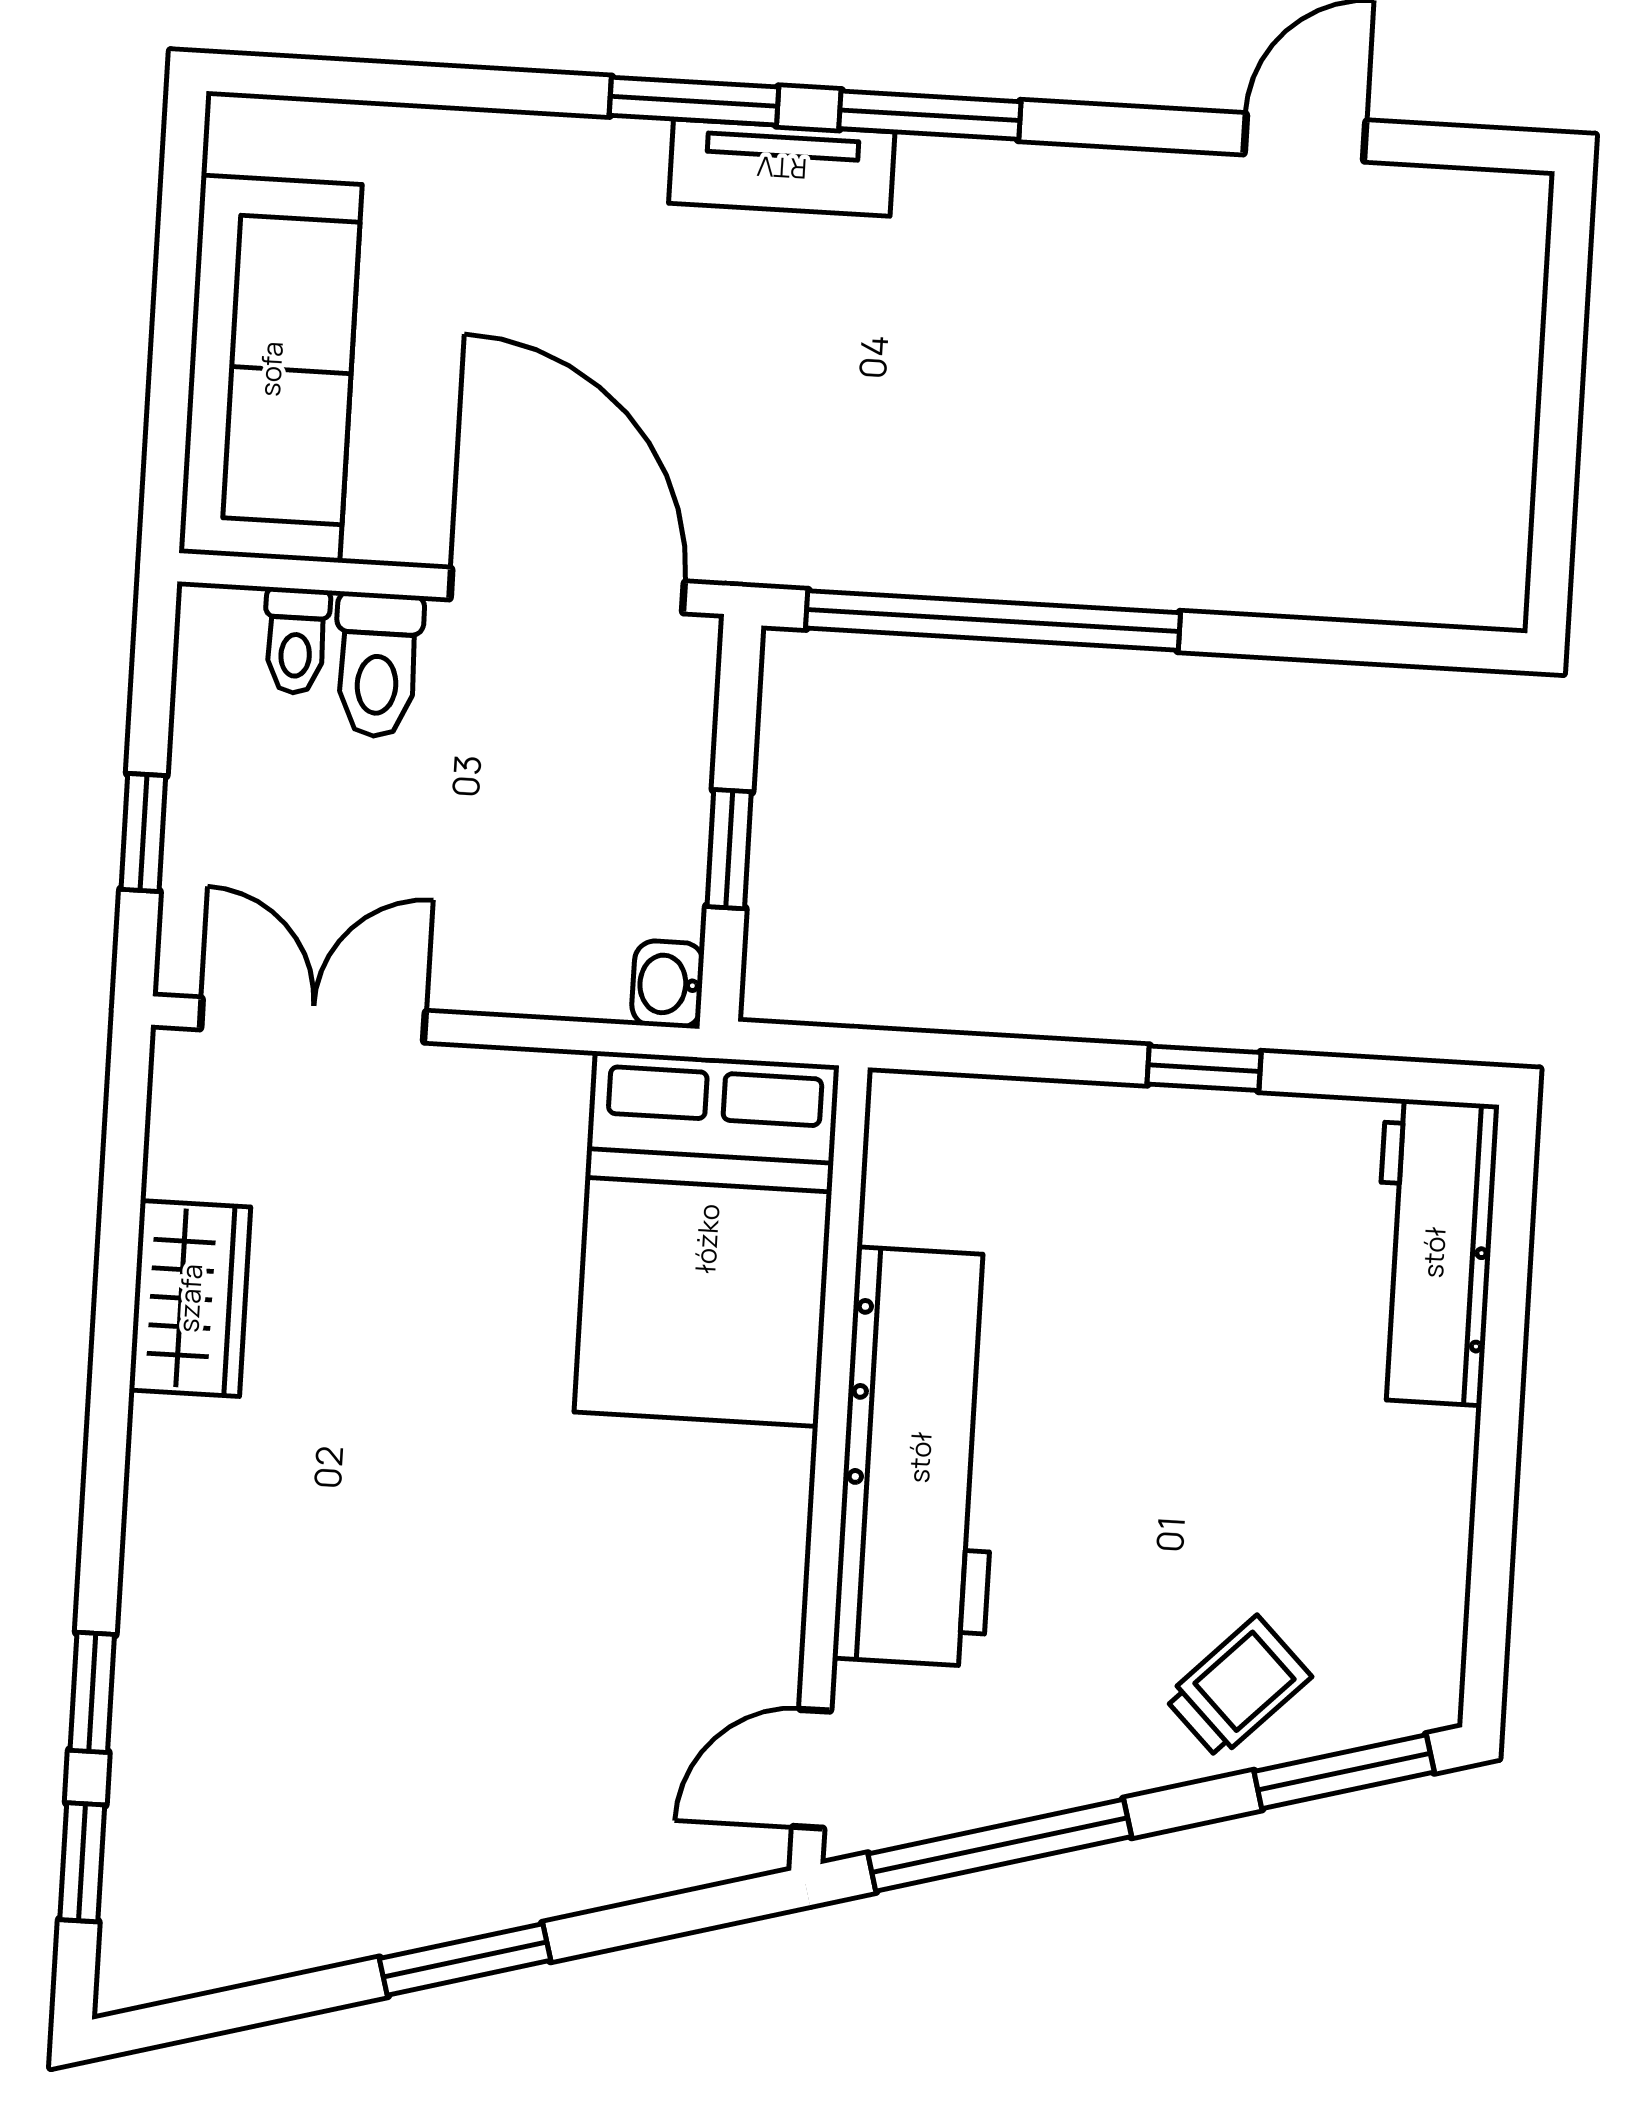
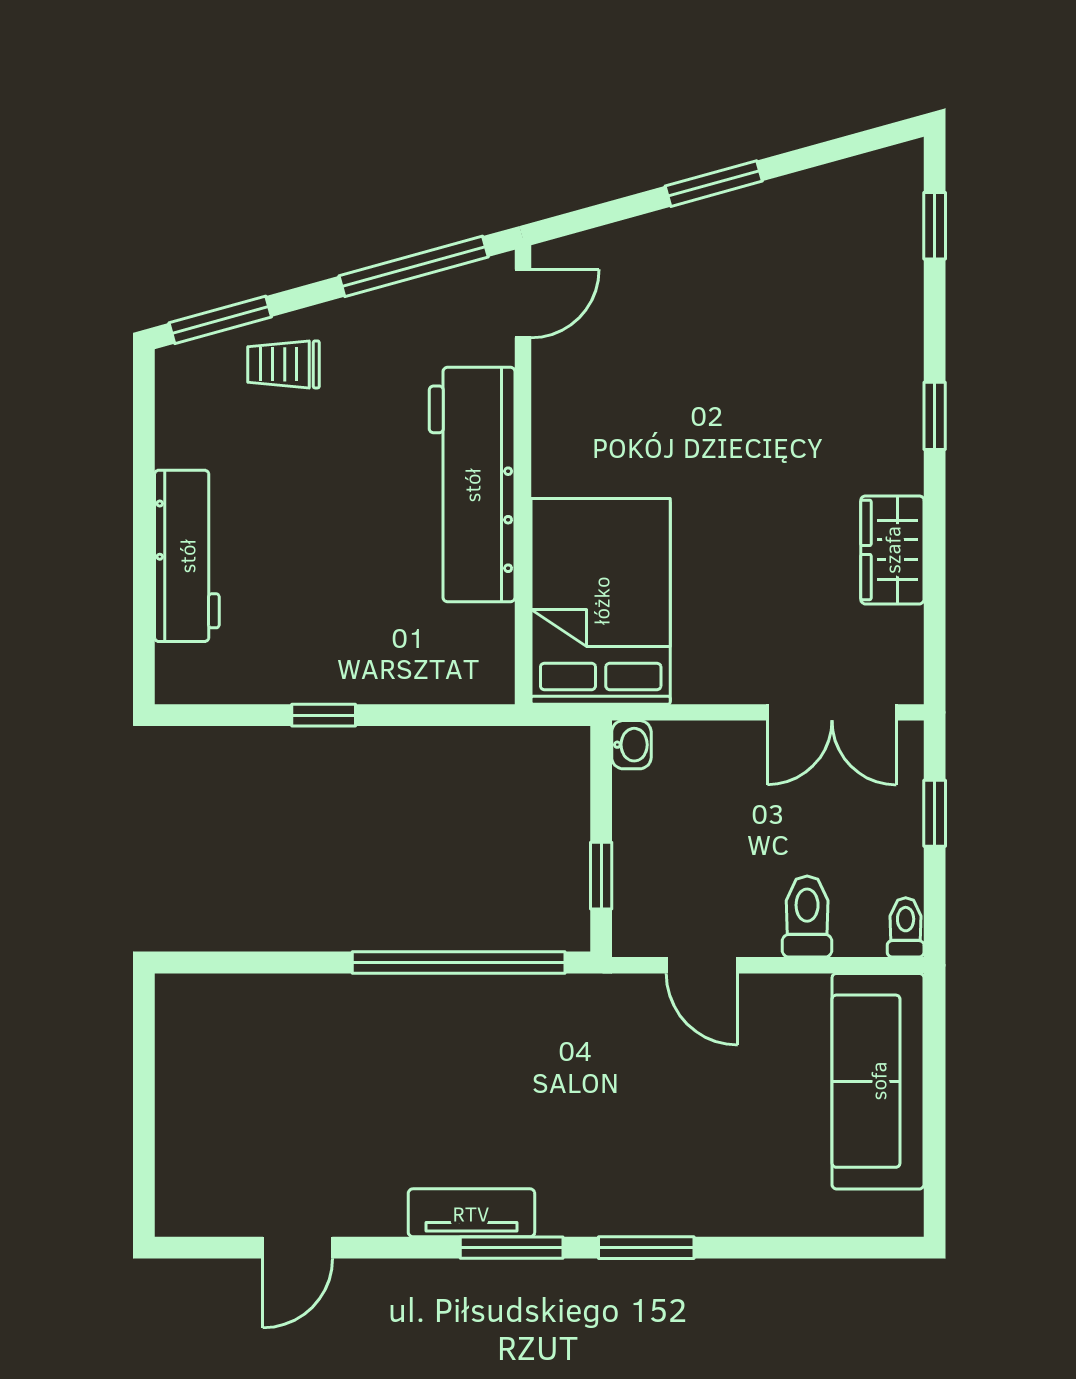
tv unit: (782, 168) -> (471, 1213), moved
door: (567, 590) -> (702, 965), width x0.53
toilet: (296, 641) -> (906, 927), moved
window: (729, 849) -> (601, 876), moved
workbench: (1434, 1252) -> (187, 556), moved
trolley: (1238, 1687) -> (284, 364), turned 45
window: (92, 1692) -> (935, 416), moved

